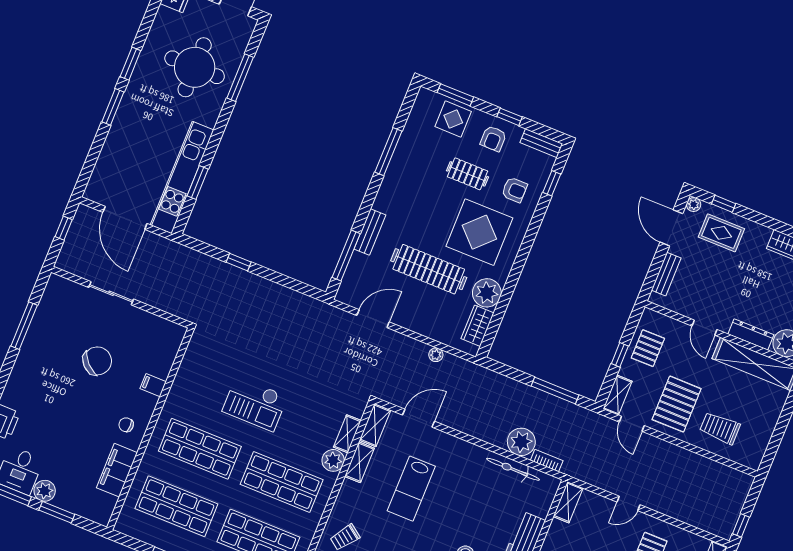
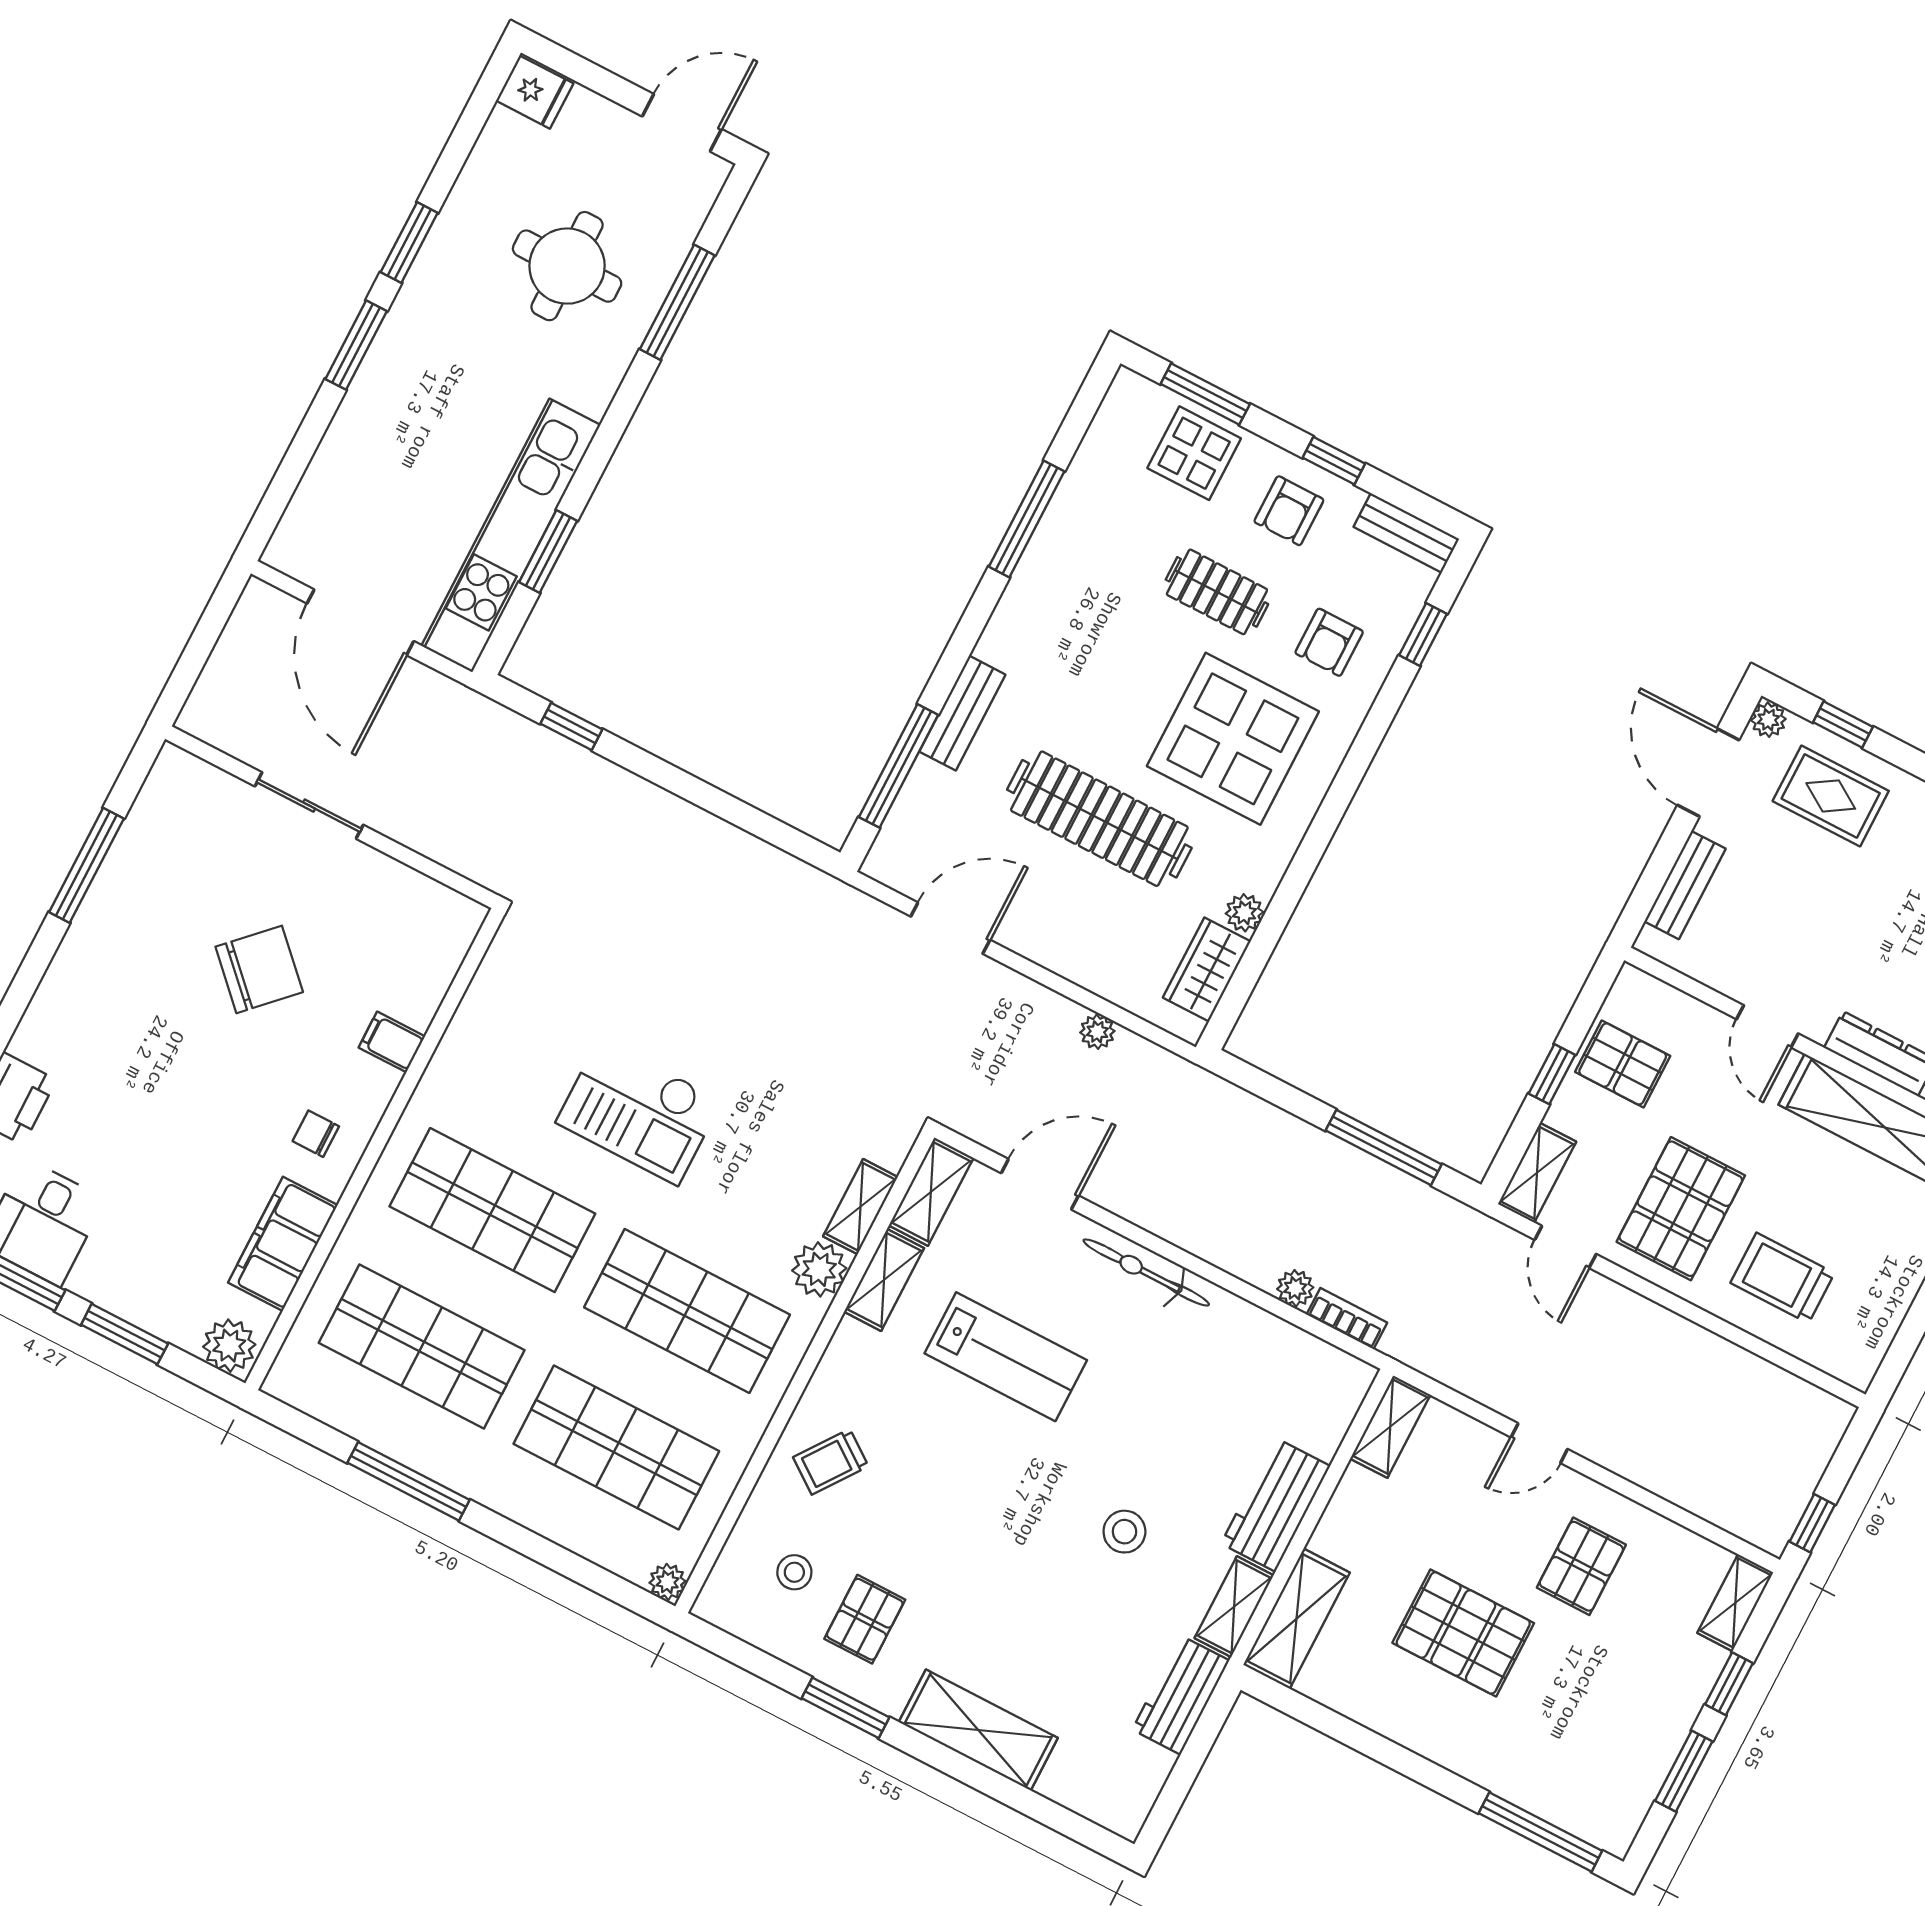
round table: (195, 67) -> (567, 266), width x0.73, depth x0.73
armchair: (514, 190) -> (1329, 642), turned 90
window: (64, 228) -> (207, 633), removed
window: (239, 262) -> (571, 726), moved
plant: (487, 293) -> (1244, 913), width x0.53, depth x0.53
pallet: (648, 348) -> (1623, 1064), turned 90
plant: (521, 442) -> (1295, 1288), width x0.53, depth x0.53
bicycle: (513, 469) -> (1146, 1273), moved
lab bench: (411, 489) -> (1006, 1357), turned -90
plant: (45, 491) -> (229, 1346), moved

